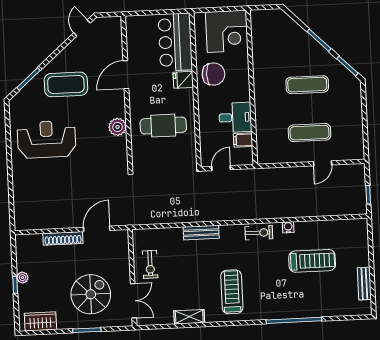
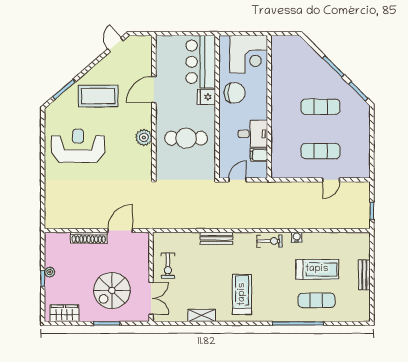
bench: (364, 284) -> (364, 275), moved
spiral stairs: (91, 294) -> (112, 290), turned 180
exercise mat: (313, 294) -> (317, 300), added

